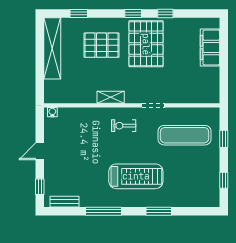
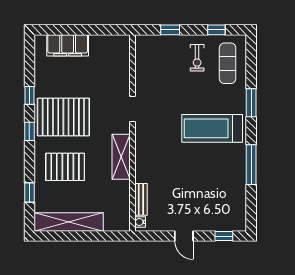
pallet: (101, 45) -> (65, 167), turned 90
shelving: (111, 97) -> (121, 157), width x1.50, depth x1.33
exercise bike: (124, 126) -> (197, 58), moved
exercise mat: (185, 135) -> (228, 63), moved, width x0.73, depth x0.69
treadmill: (136, 176) -> (212, 128), turned -90
bench: (64, 202) -> (141, 199), moved

